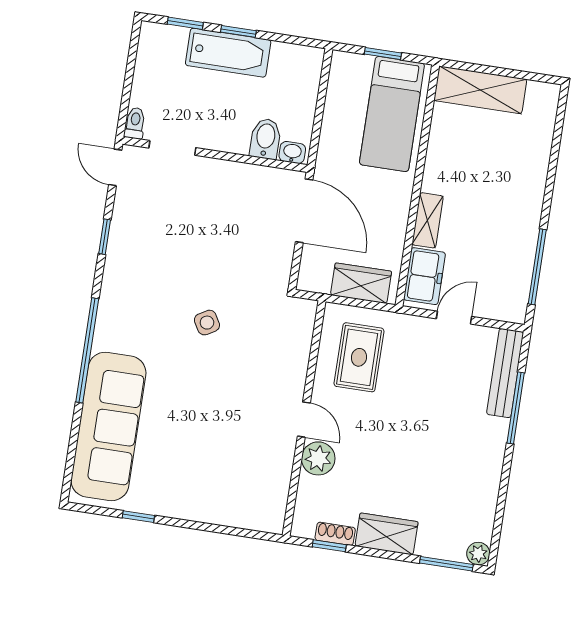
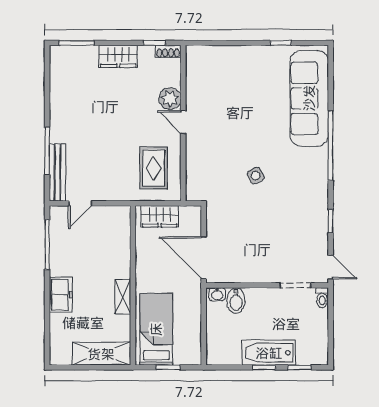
shelving: (428, 220) -> (123, 297), moved
freezer: (424, 276) -> (61, 295), moved, turned 180
door: (454, 318) -> (80, 203), moved
shoe rack: (335, 534) -> (168, 51), moved
plant: (478, 554) -> (57, 53), removed

